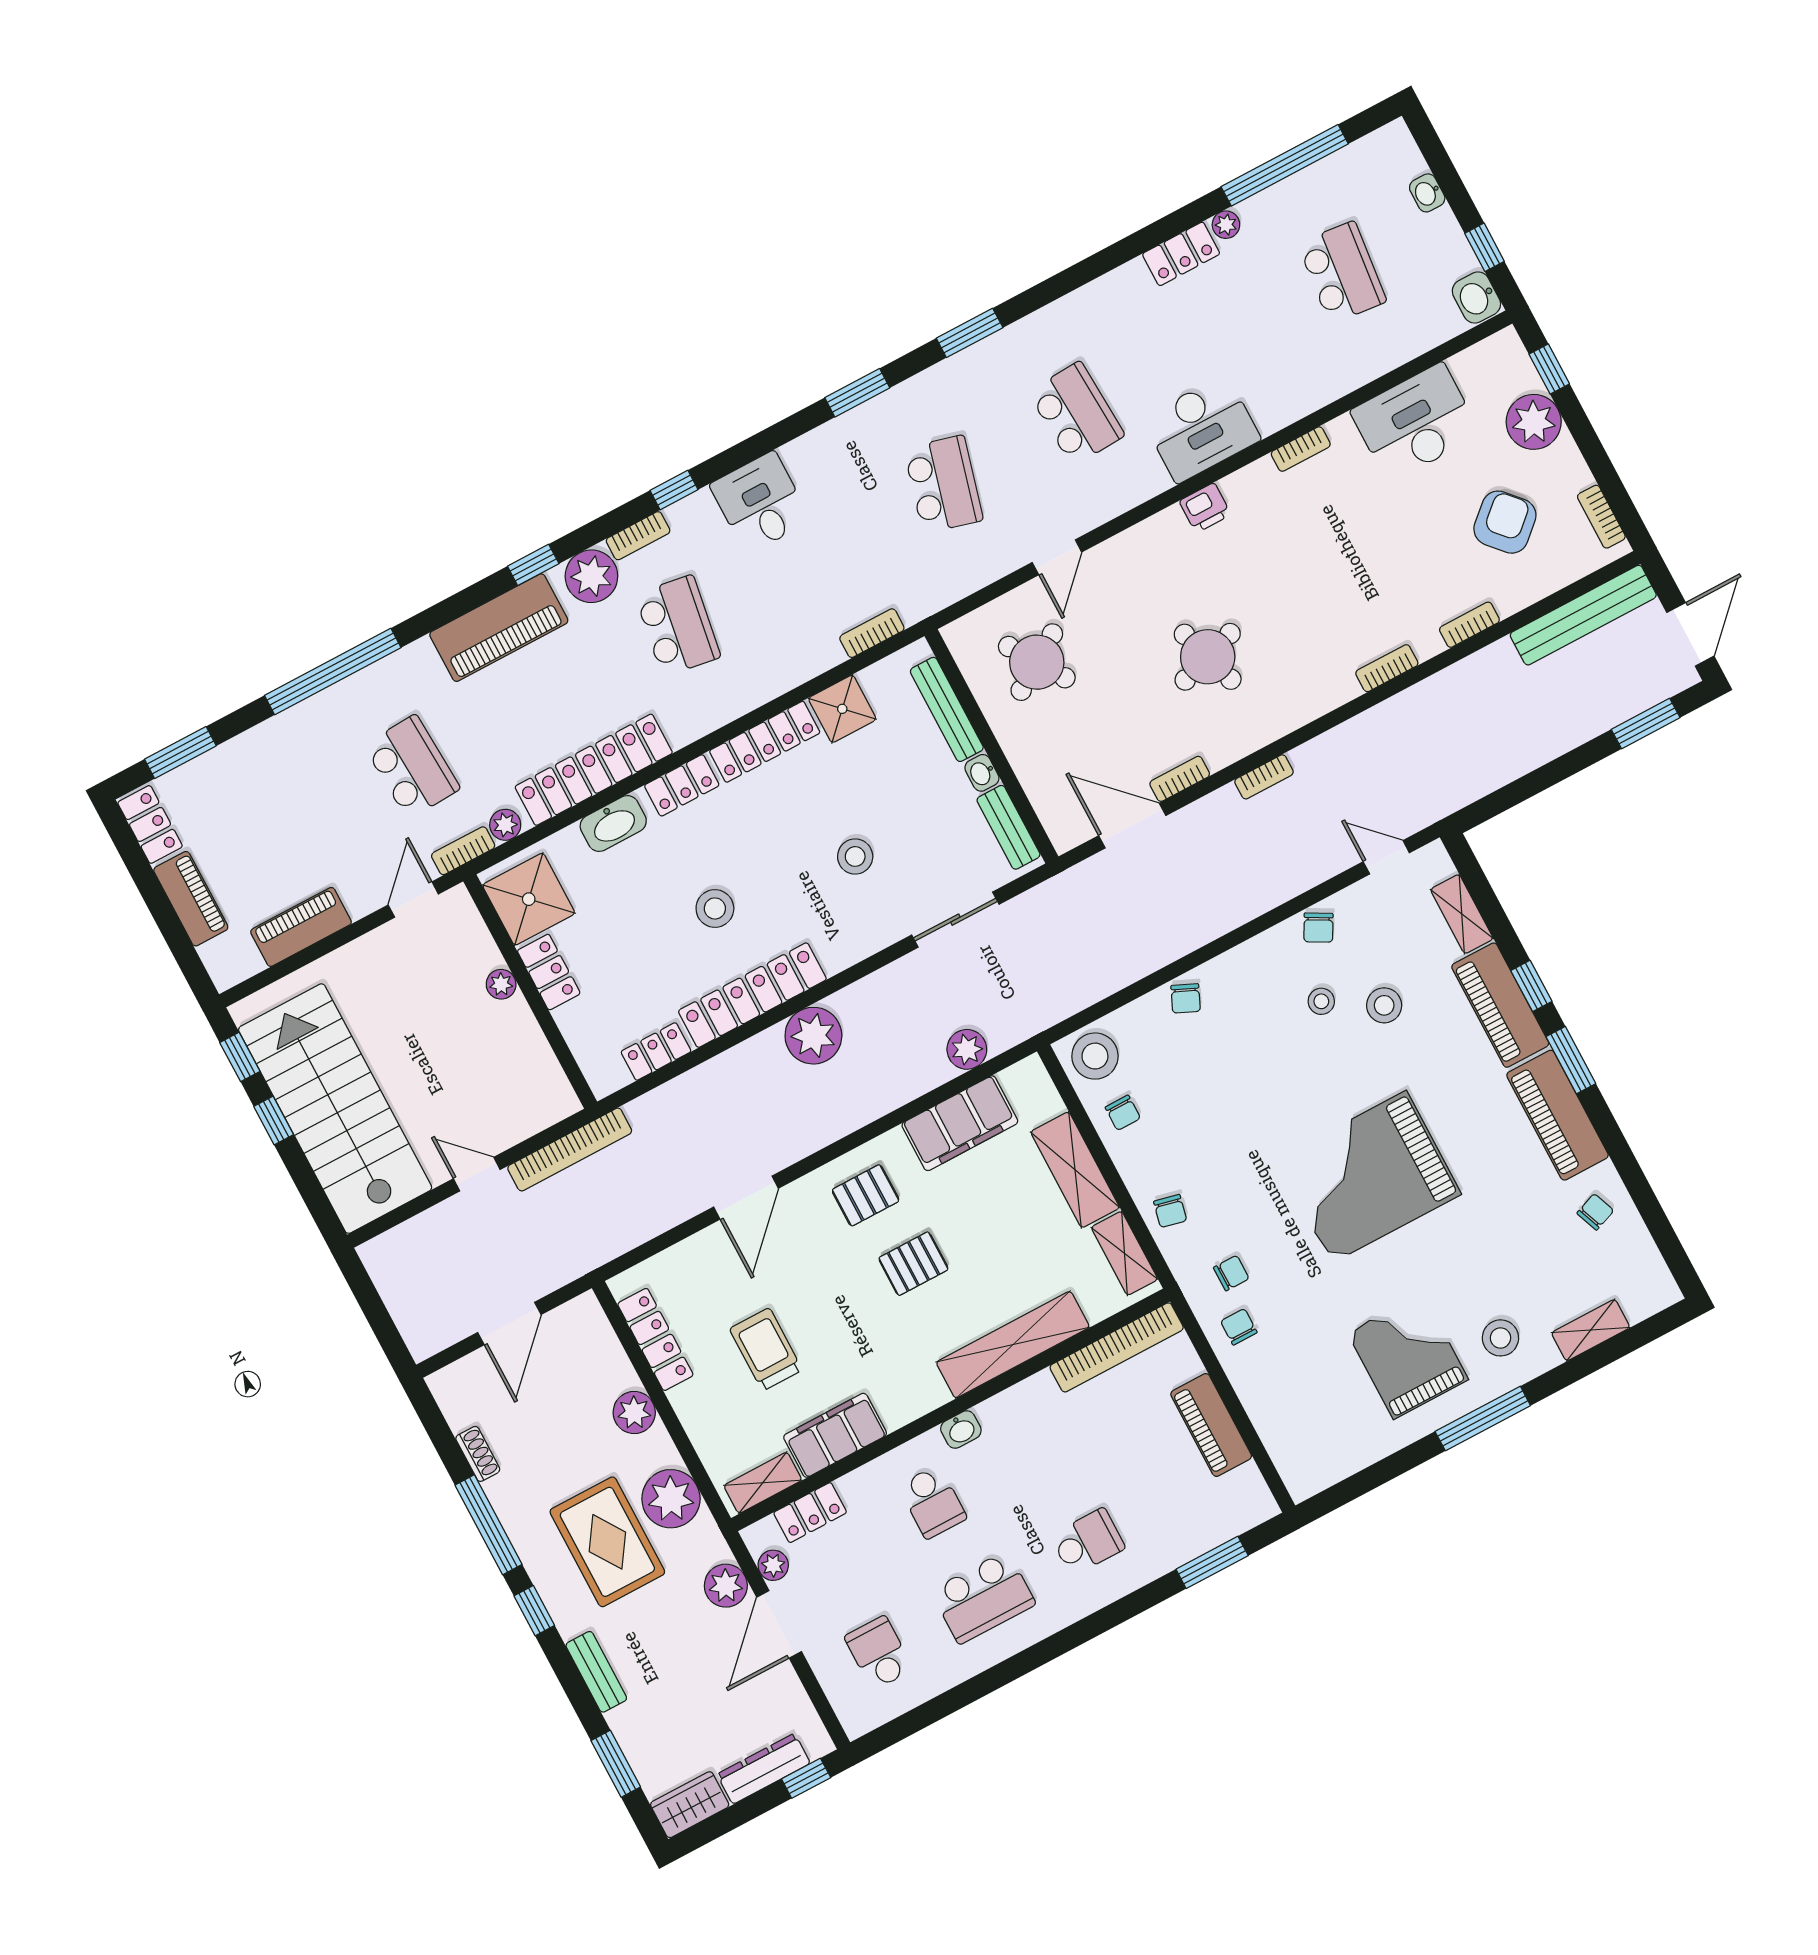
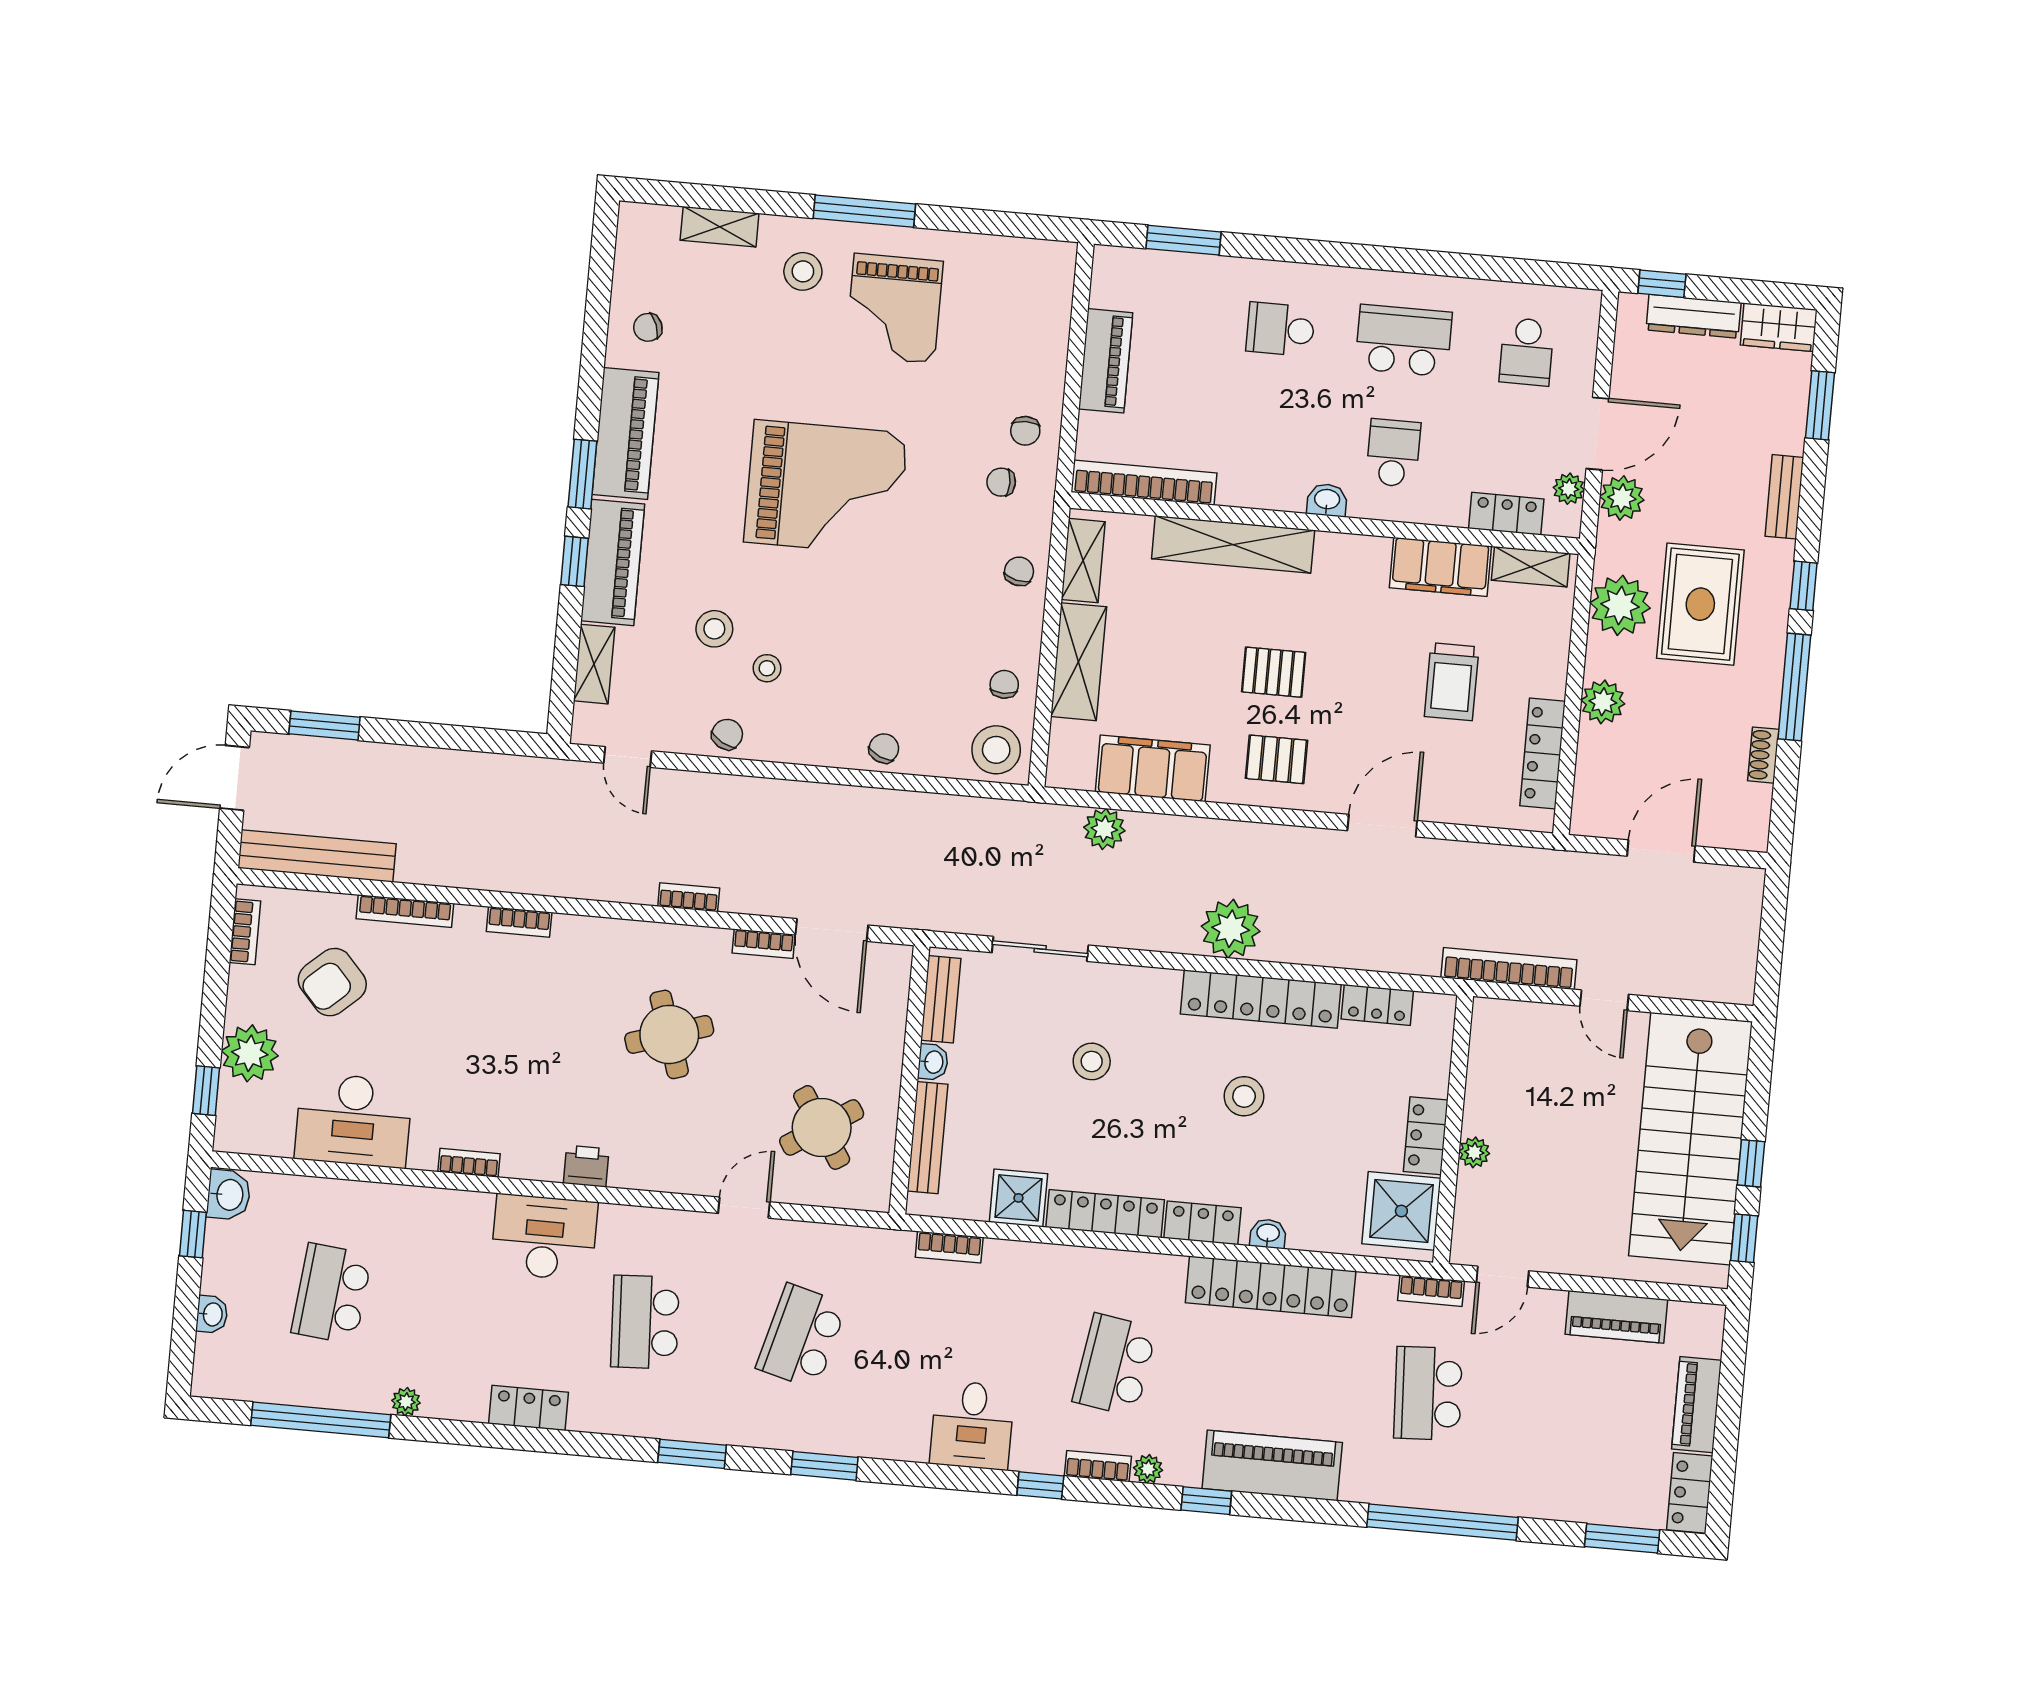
locker: (1181, 254) -> (528, 1408), moved
plant: (591, 576) -> (1148, 1469), width x0.53, depth x0.53
bookcase: (1469, 625) -> (405, 911), width x1.56
washbasin: (613, 824) -> (1268, 1234), width x0.52, depth x0.69
plant: (505, 825) -> (1379, 1289), removed

